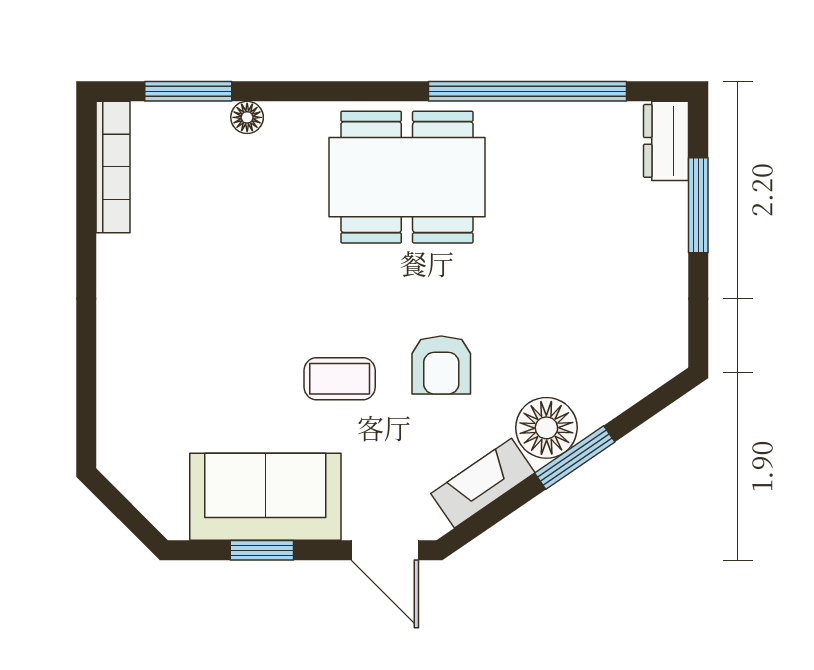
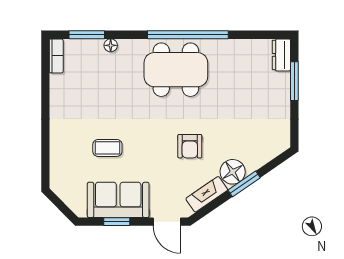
window: (527, 91) -> (188, 35), moved
bookcase: (113, 167) -> (56, 56), width x0.64
coffee table: (340, 379) -> (107, 148), moved

